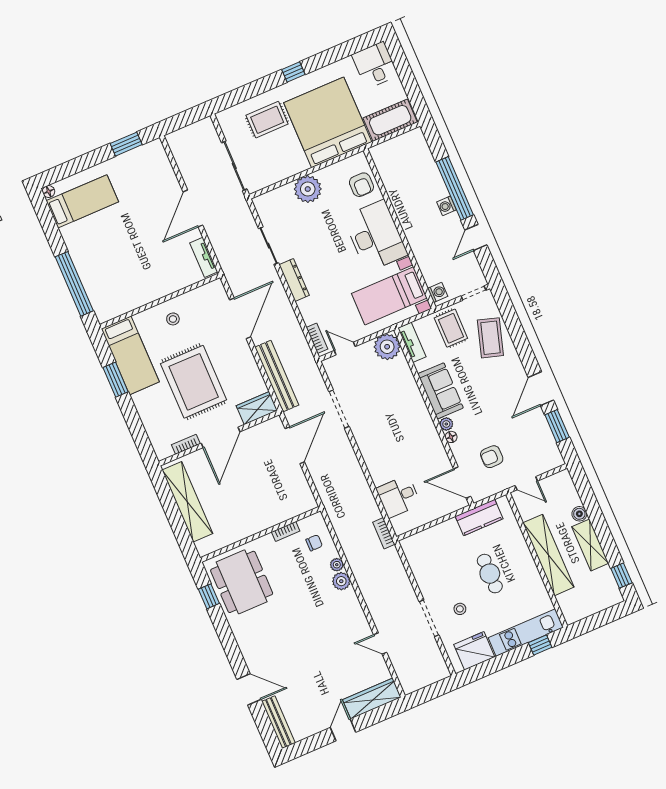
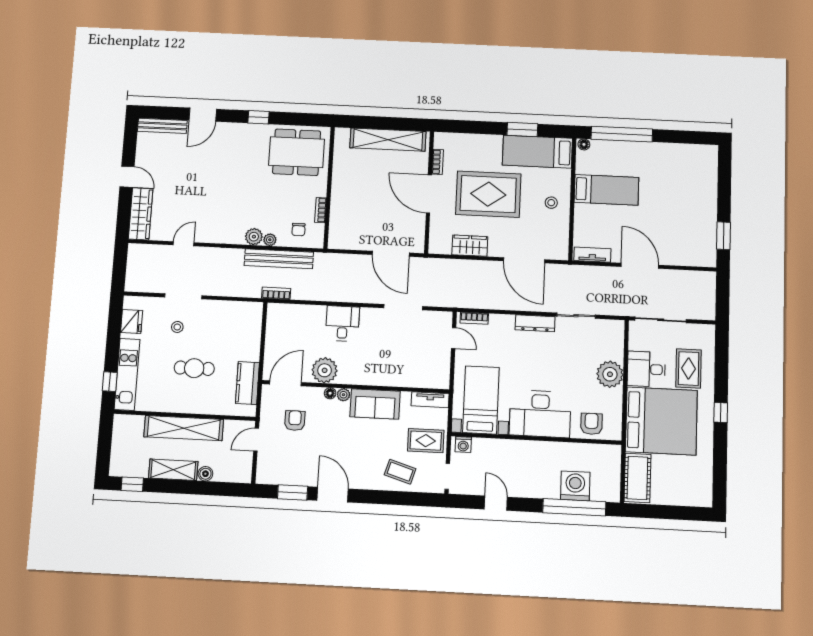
desk: (375, 65) -> (646, 369), moved, turned 180
armchair: (361, 185) -> (591, 424), turned 90
window: (455, 188) -> (574, 507), moved
floor lamp: (49, 191) -> (584, 144), moved
bed: (82, 201) -> (606, 190), moved, turned -90
washing machine: (446, 206) -> (575, 486), moved, width x1.89, depth x1.89
coffee table: (490, 338) -> (400, 472), width x0.73, depth x0.77
plant: (387, 347) -> (325, 370), moved
door: (345, 348) -> (454, 338), hinge flipped
bench: (277, 376) -> (279, 259), moved
wardrobe: (257, 408) -> (470, 246), moved, turned -90
desk: (398, 496) -> (343, 324), moved
window: (209, 596) -> (259, 117), moved
fridge: (474, 651) -> (132, 322), width x0.73, depth x0.75

